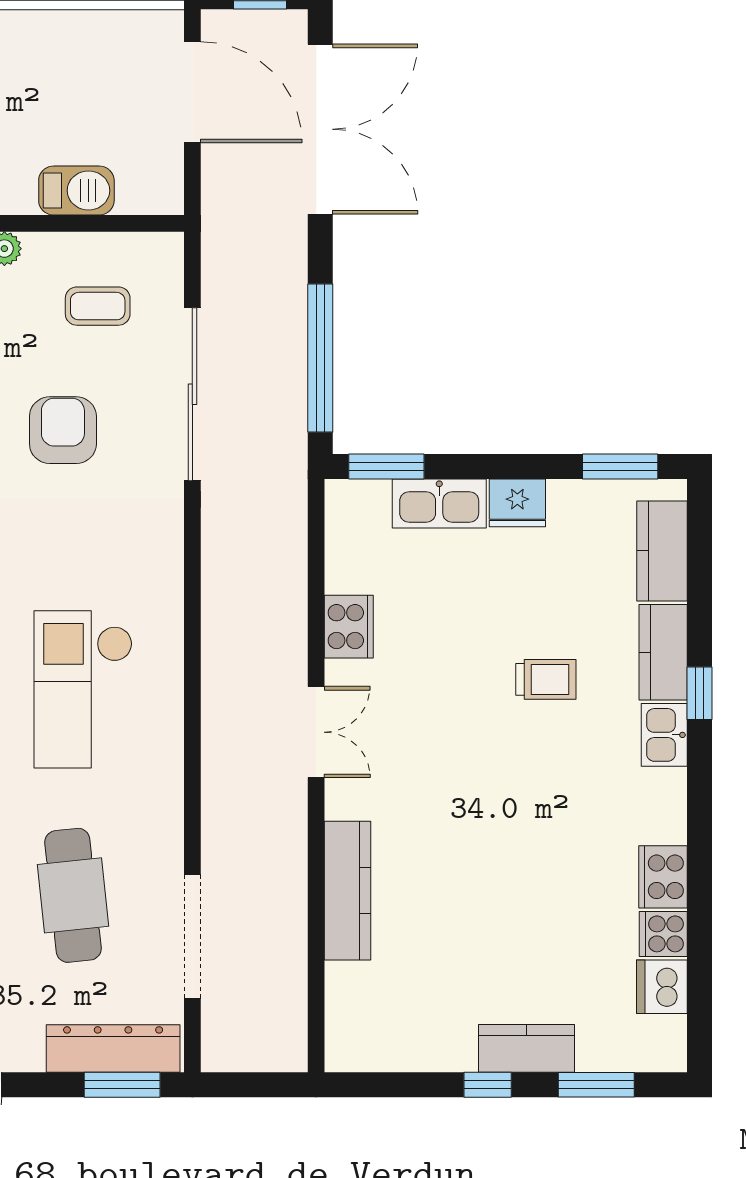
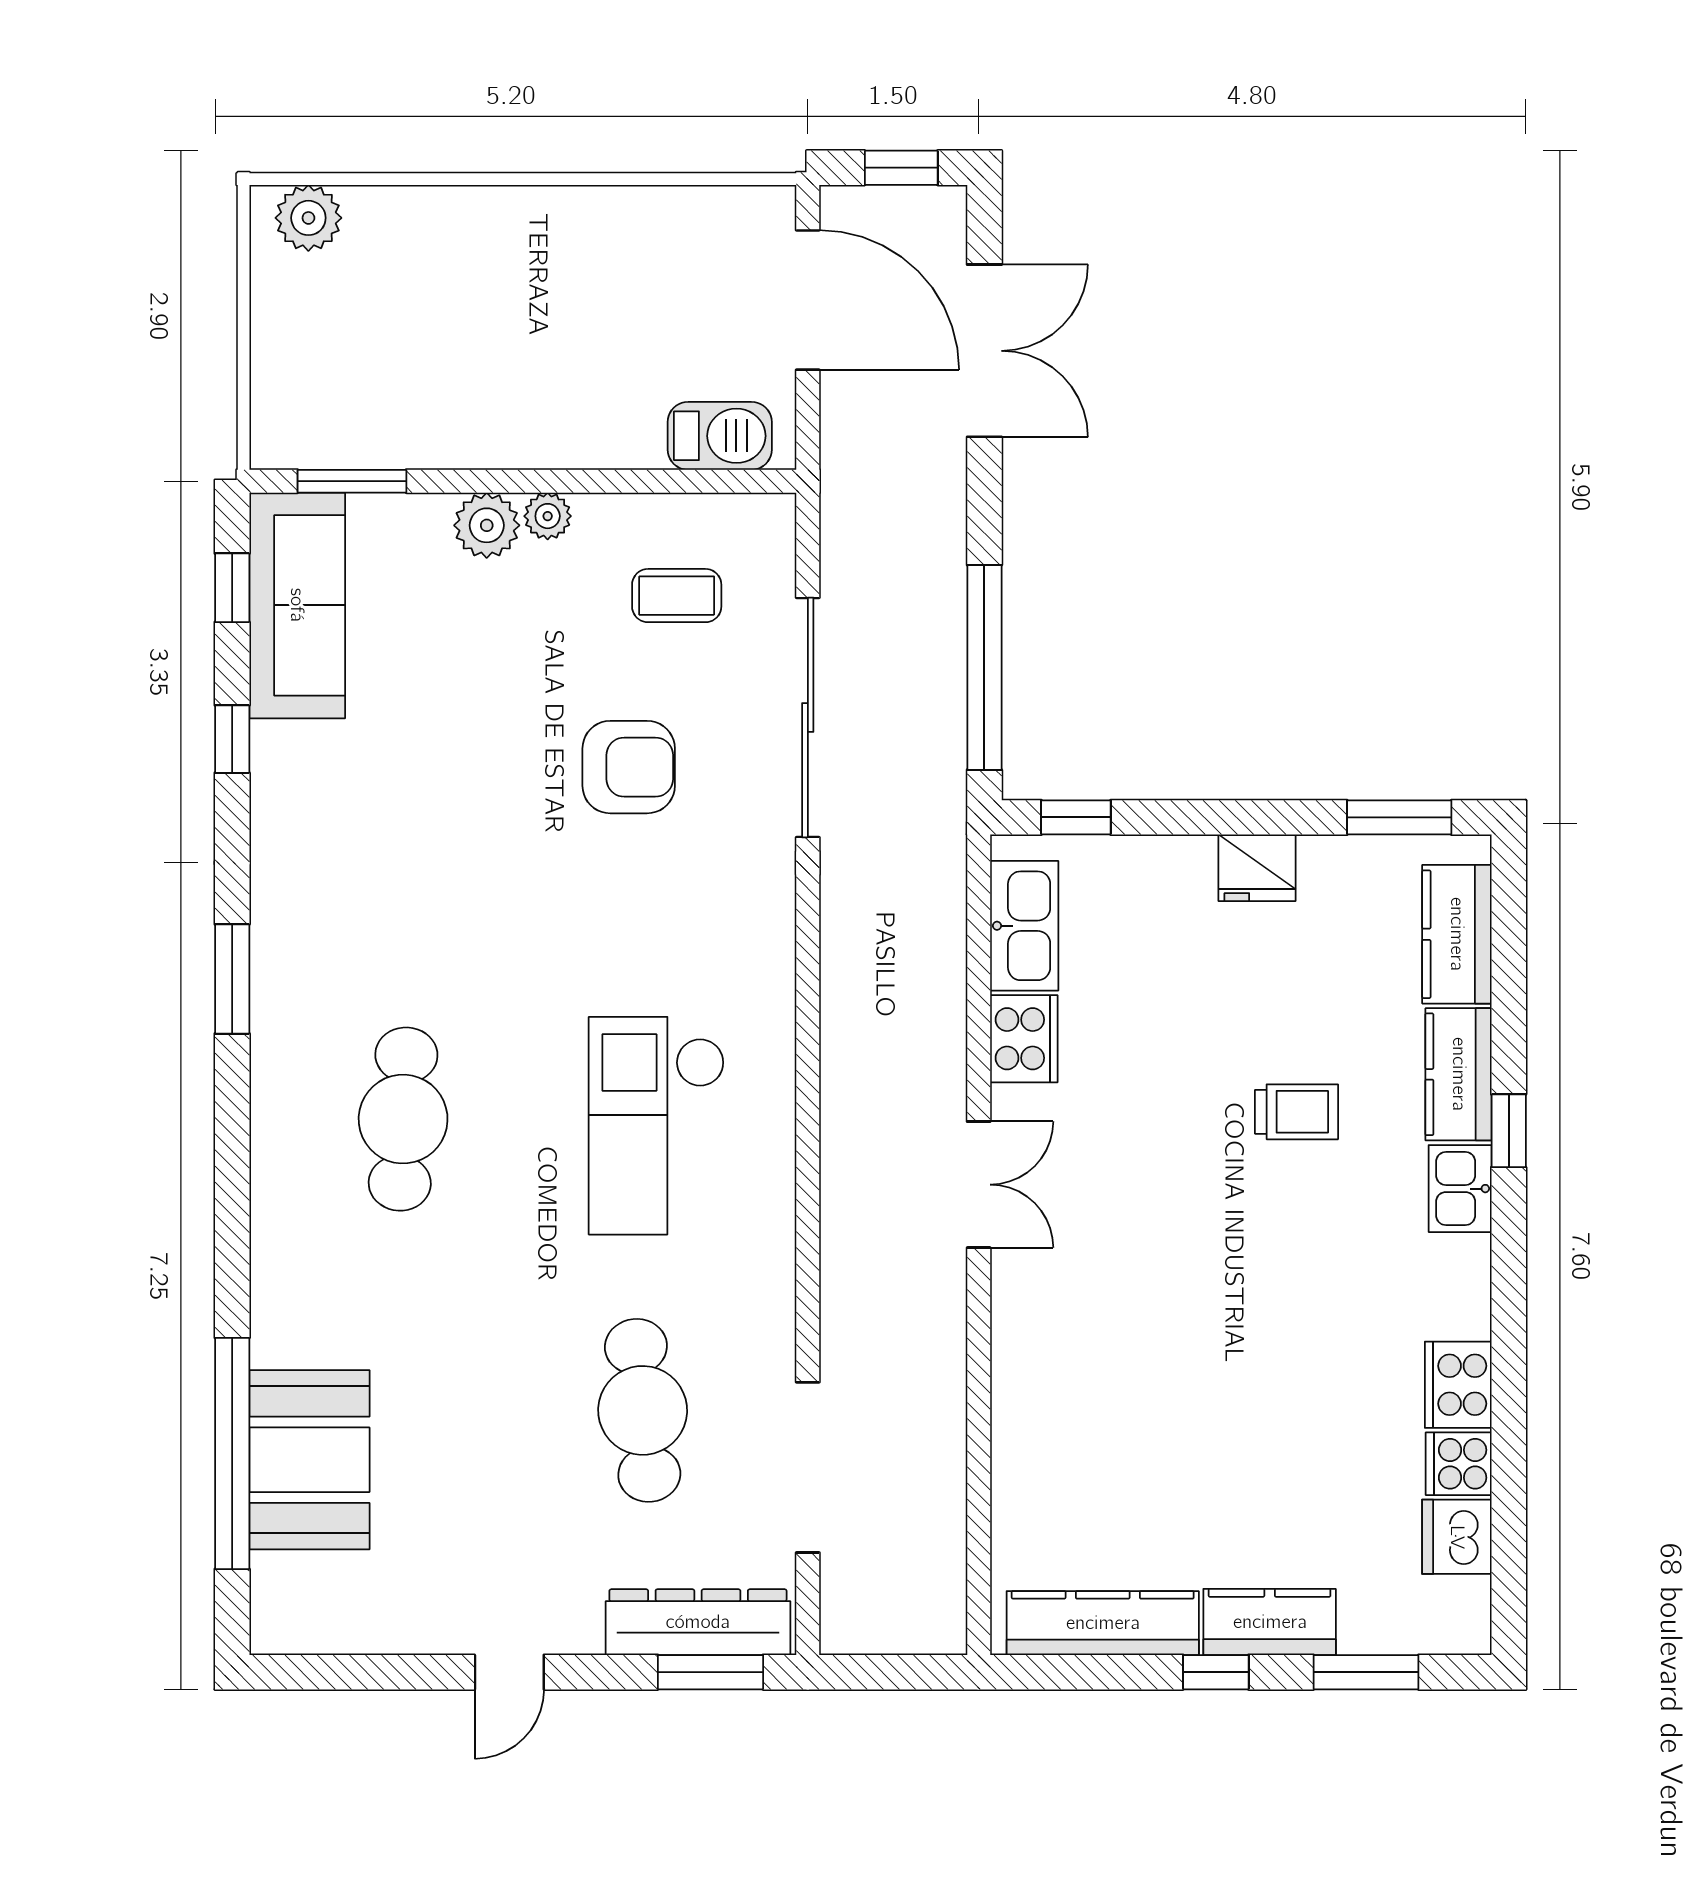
double door: (320, 129) -> (984, 351), width x0.73
barbecue: (76, 191) -> (720, 436), moved
armchair: (63, 430) -> (629, 767), turned 90
window: (386, 466) -> (1076, 817), width x0.67
kitchen sink: (439, 504) -> (1024, 926), moved, turned -90
kitchen counter: (348, 891) -> (1103, 1623), moved, turned -90

